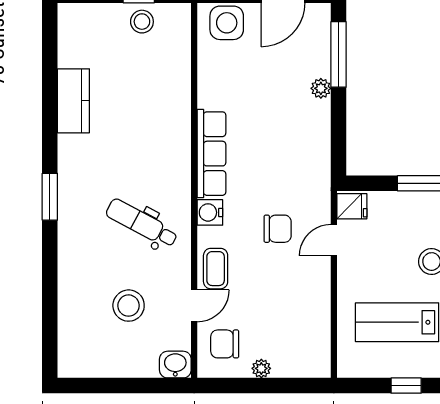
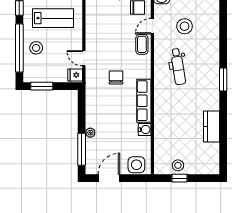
water cooler: (210, 212) -> (145, 130), moved
dental chair: (142, 223) -> (178, 67), turned 53
chair: (278, 229) -> (116, 77), moved, turned 90
door: (334, 240) -> (84, 58), swing flipped

